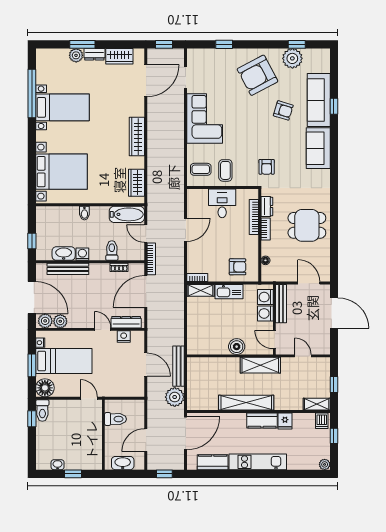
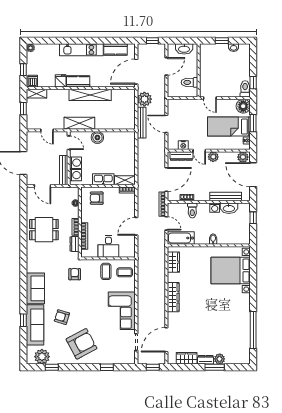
plant: (292, 58) -> (42, 357), moved
bed with nightstands: (62, 107) -> (230, 319), removed
plant: (60, 321) -> (213, 157), moved

